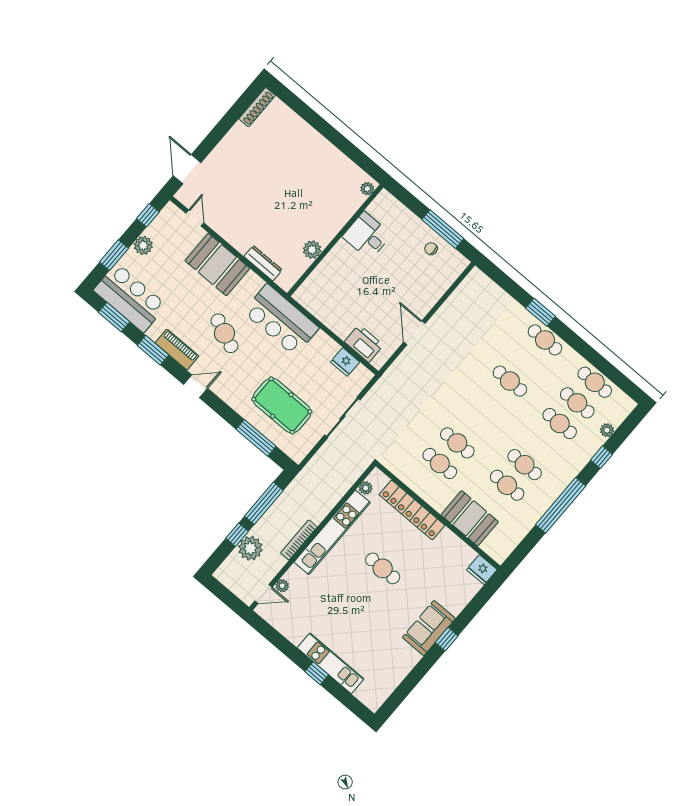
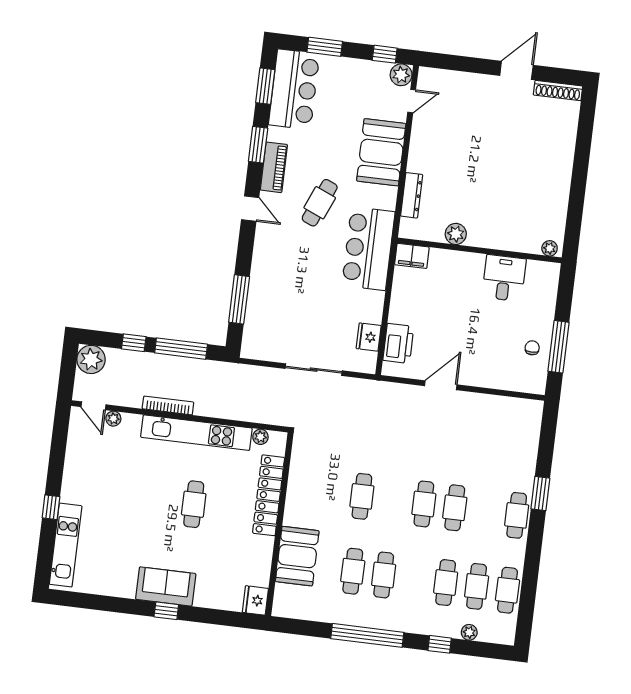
door: (187, 169) -> (516, 70), moved
plant: (143, 245) -> (401, 75), moved
filing cabinet: (307, 292) -> (412, 256), added
pool table: (282, 405) -> (287, 304), removed
cafe table: (440, 463) -> (424, 504), moved
plant: (250, 548) -> (91, 359), moved
kitchen unit: (331, 663) -> (66, 545), moved

